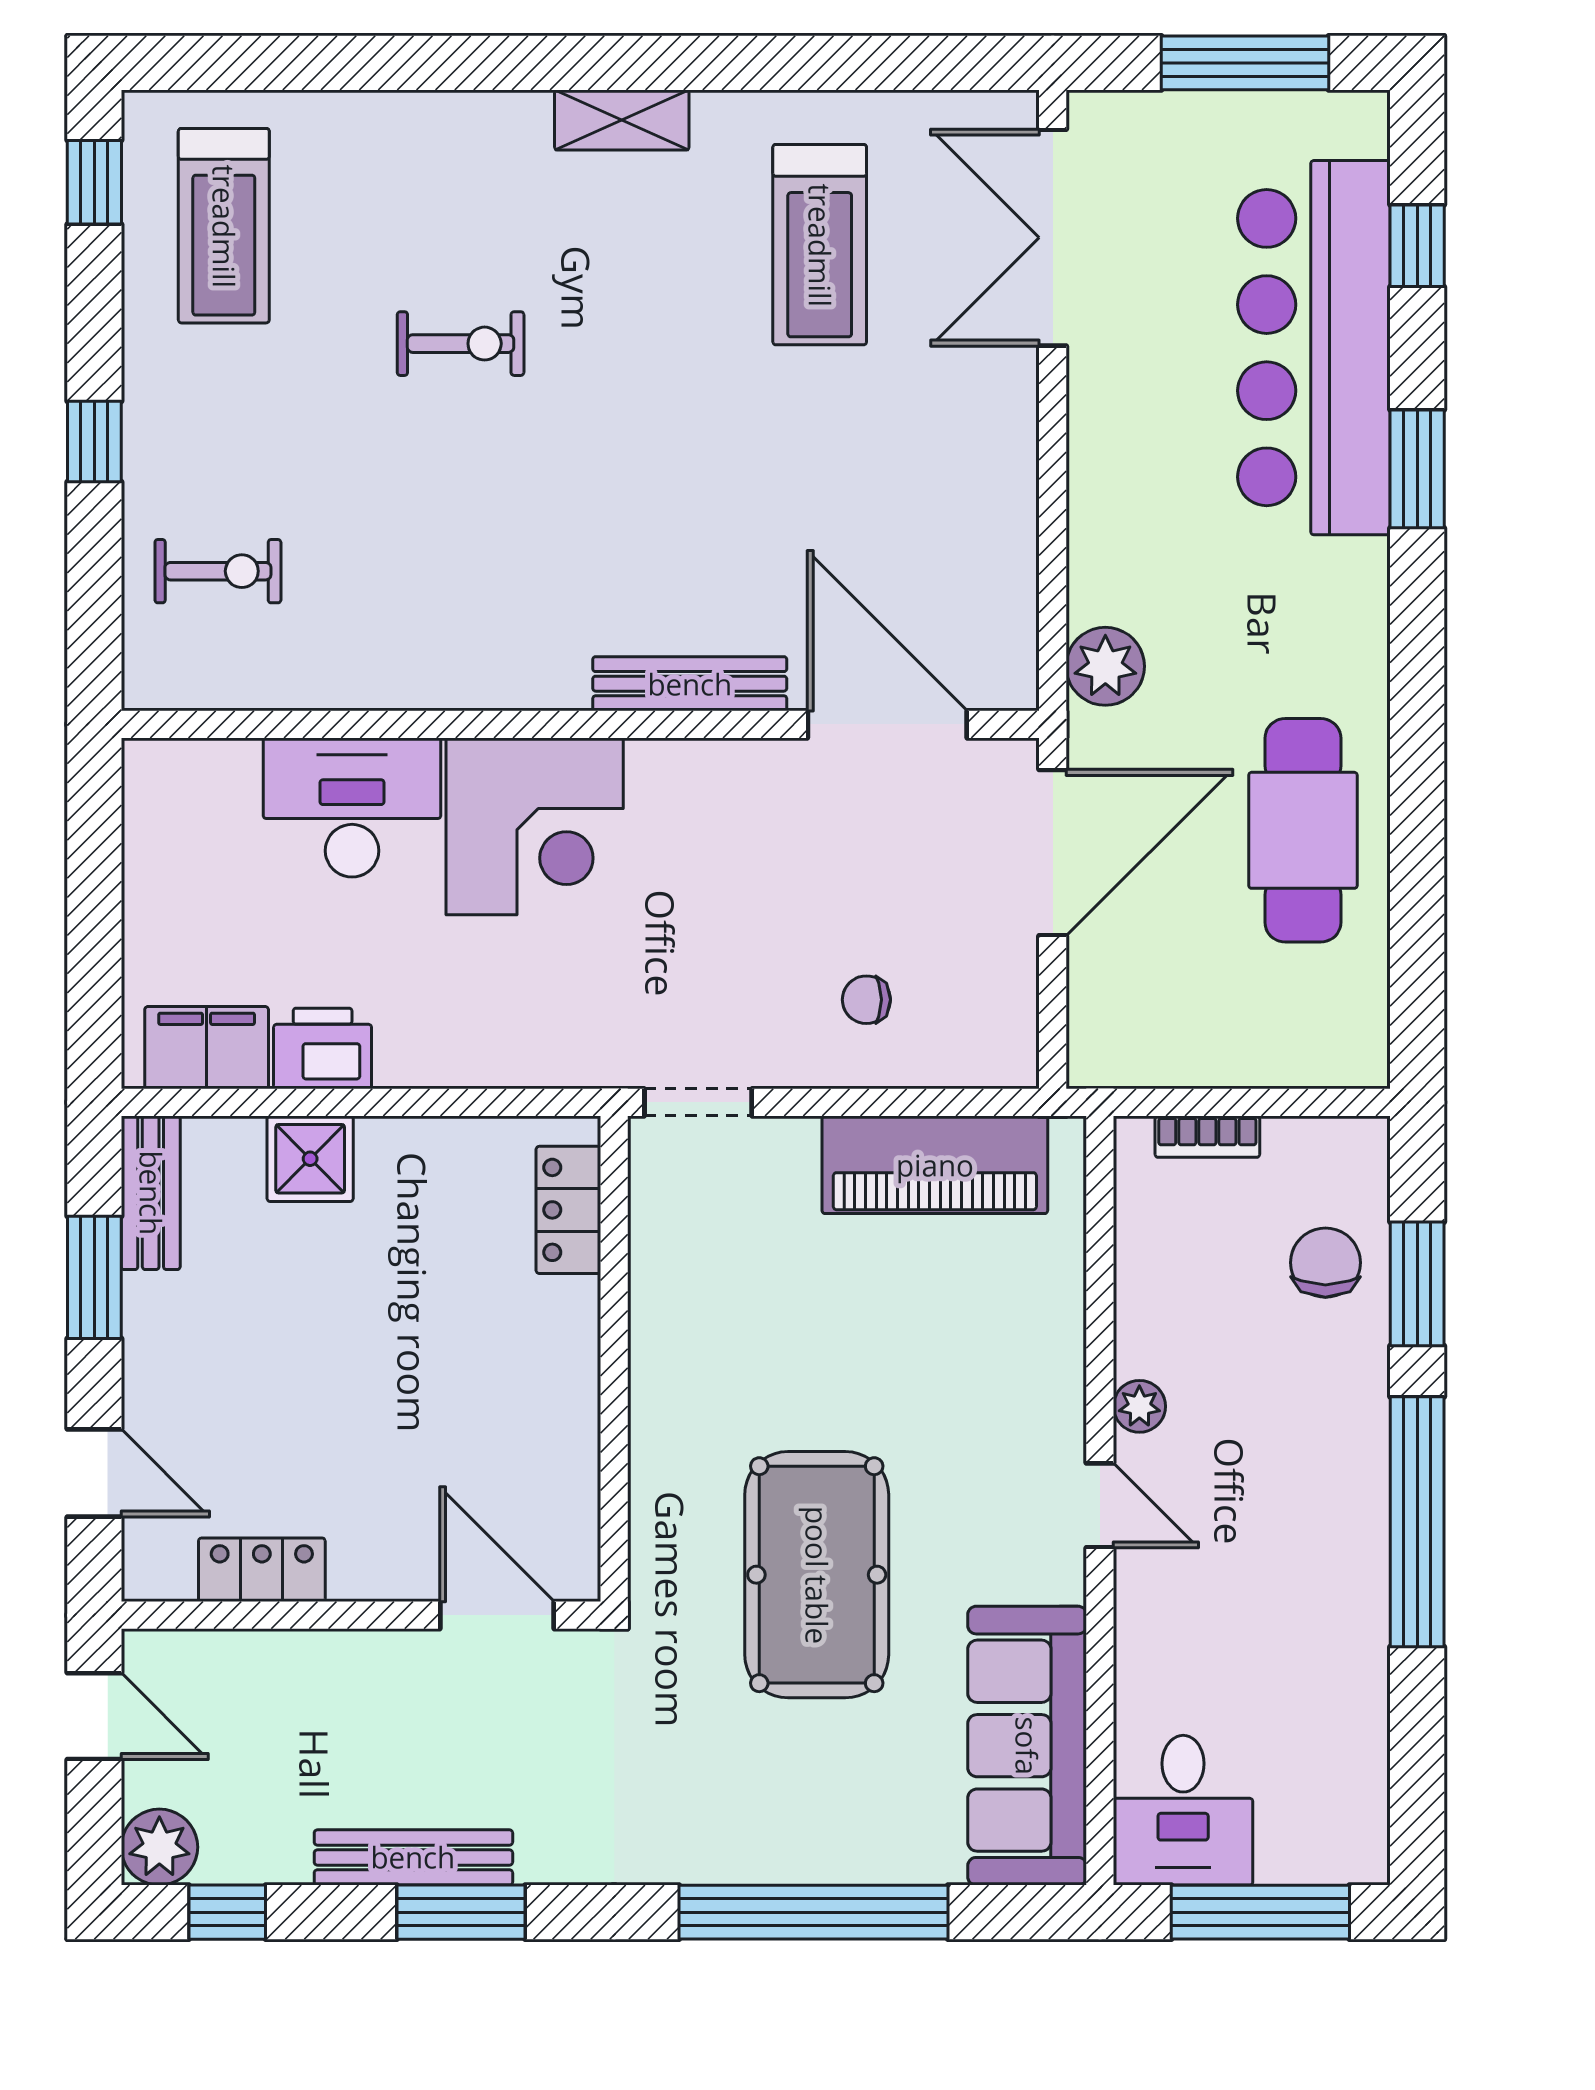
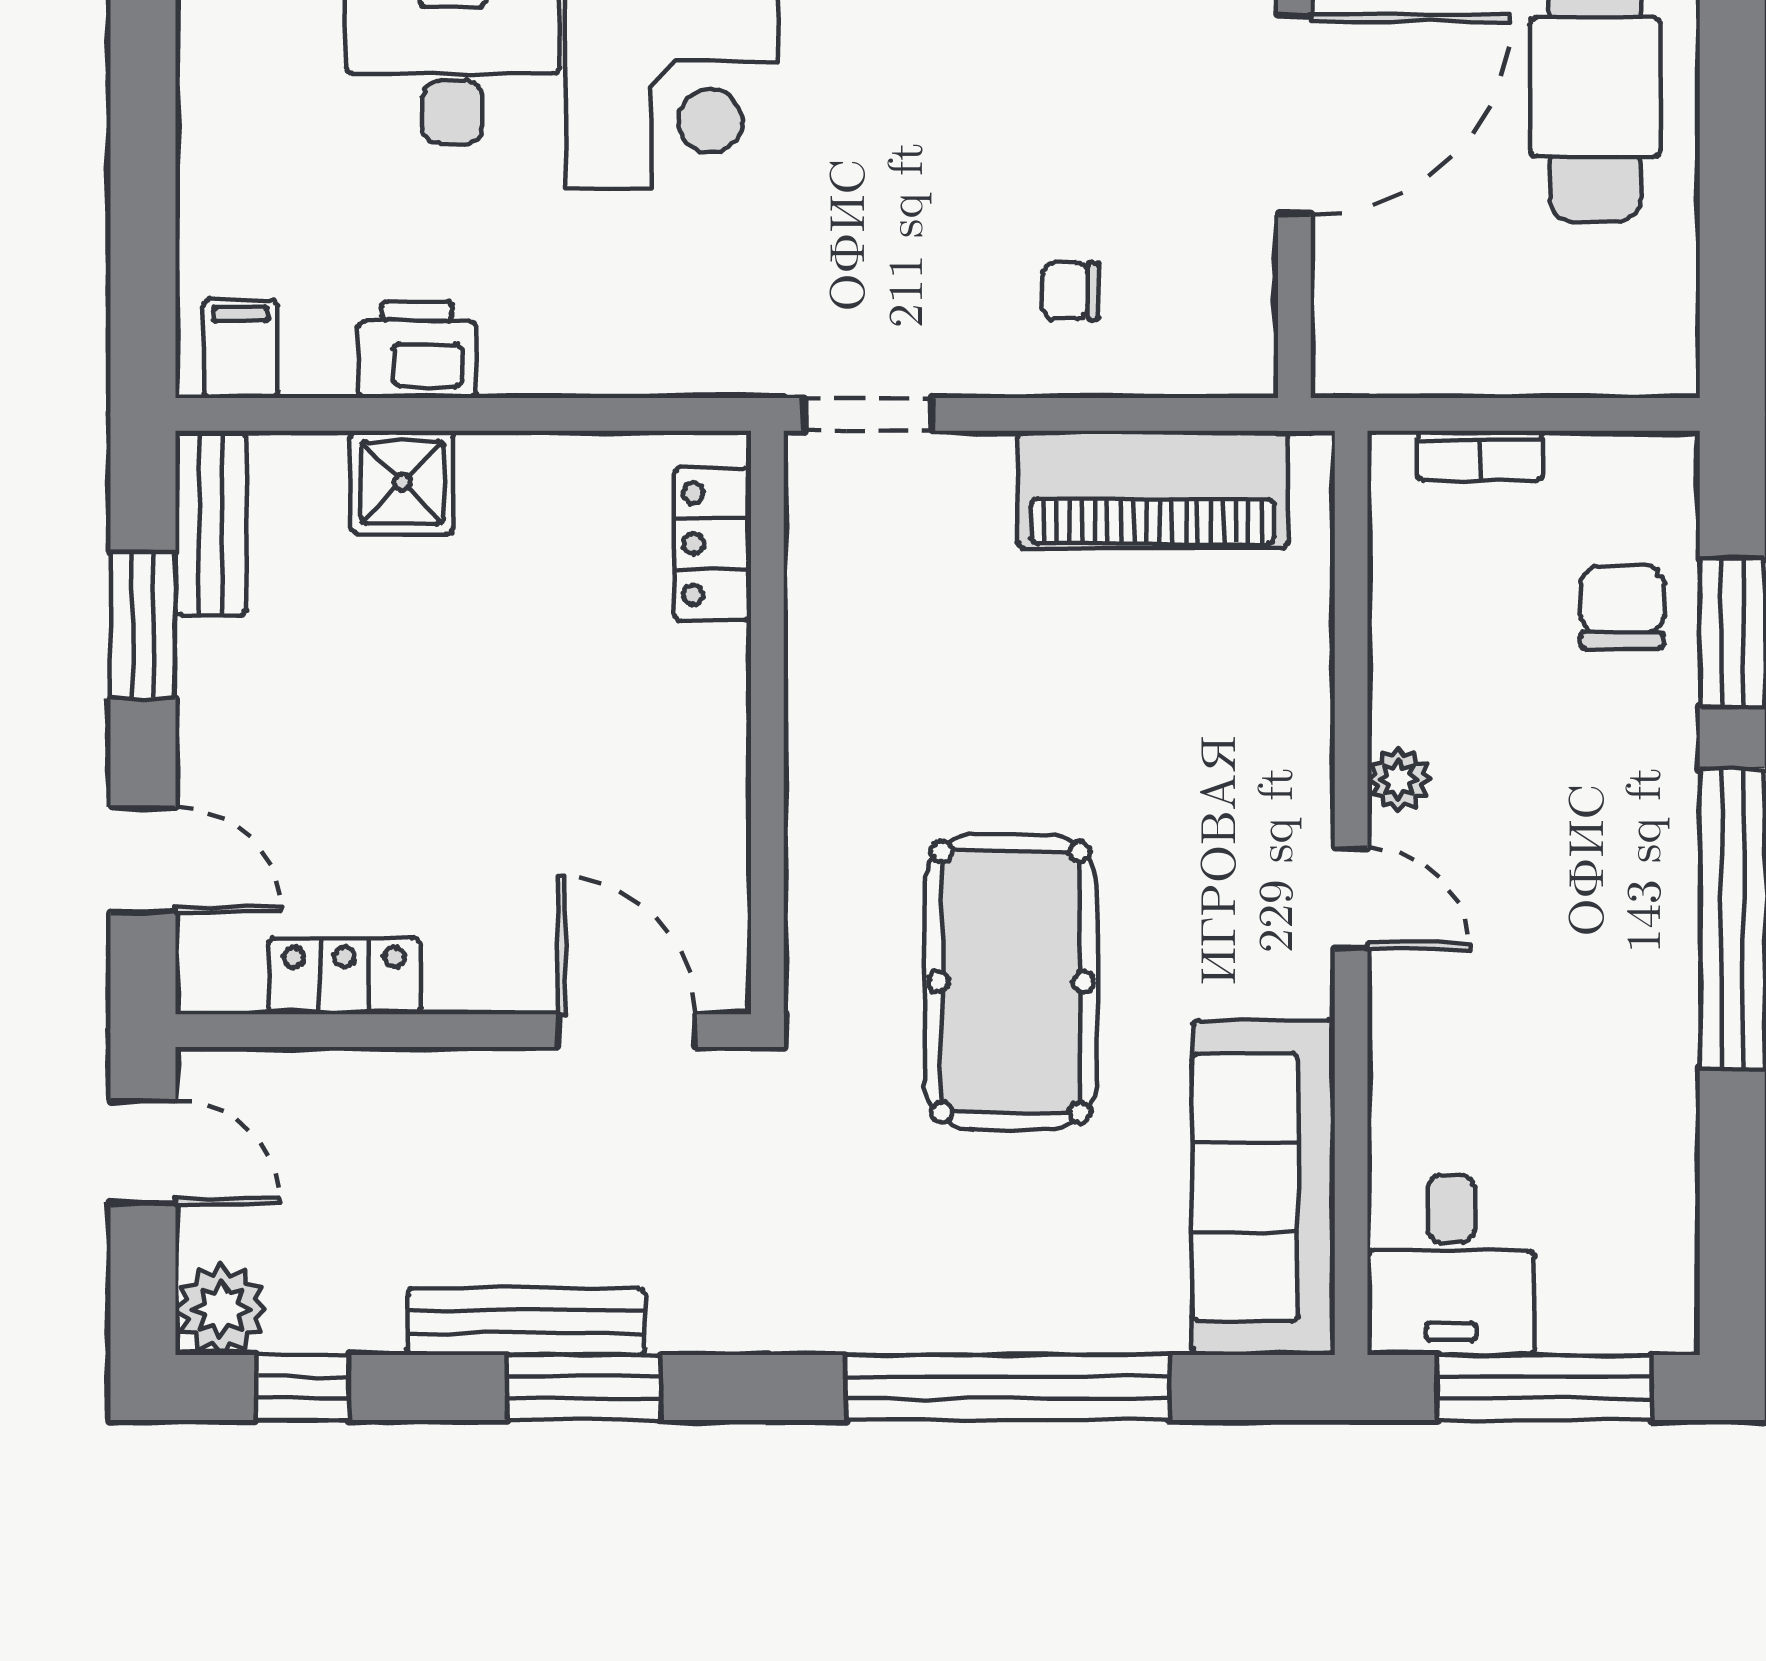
filing cabinet: (207, 1048) -> (241, 349), width x0.50

